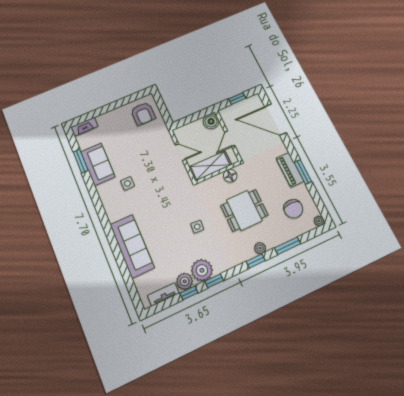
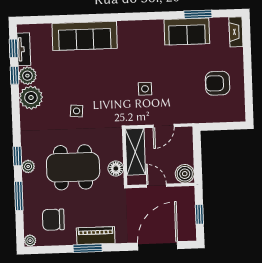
armchair: (143, 114) -> (218, 83), moved
side table: (127, 183) -> (145, 89), moved
dining table: (244, 210) -> (73, 167), width x1.38
window: (214, 281) -> (14, 48), moved

